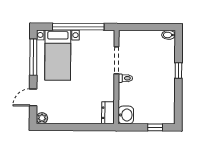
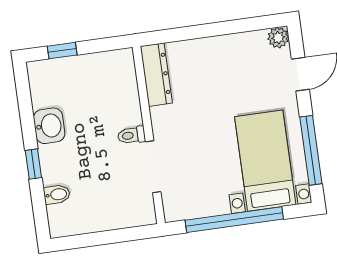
bidet: (169, 35) -> (57, 194), moved
dresser: (108, 113) -> (156, 75), width x1.44
washbasin: (126, 115) -> (49, 126), moved, turned 180

